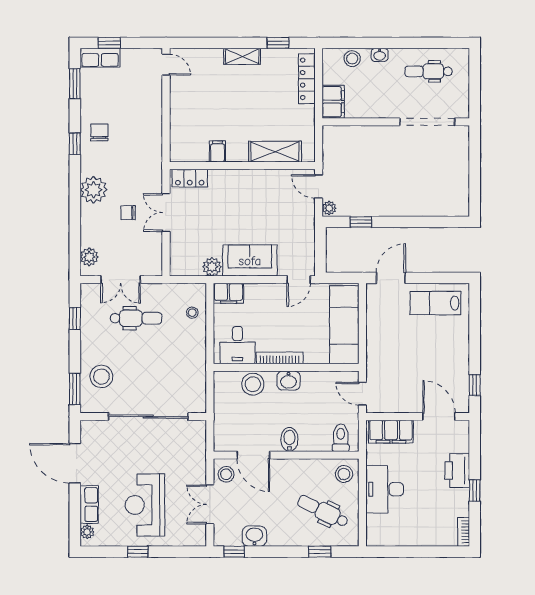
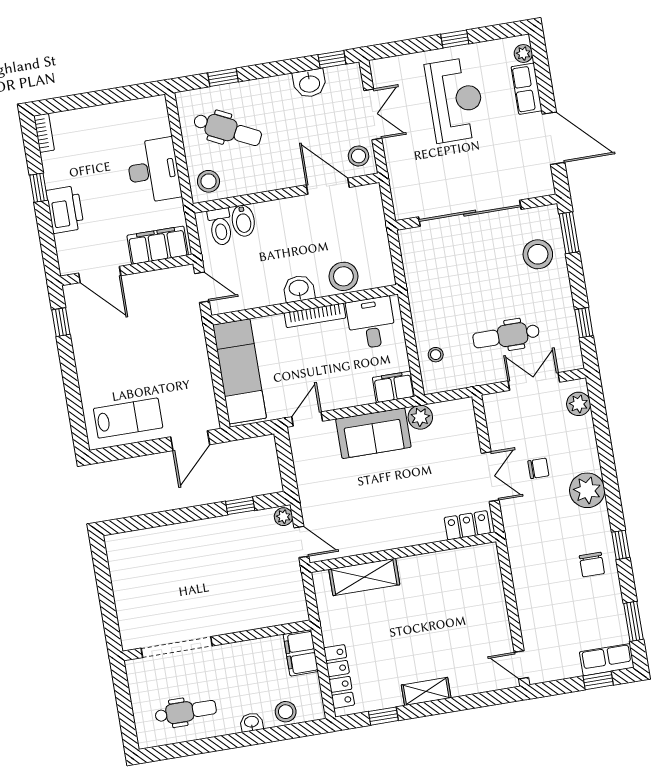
filing cabinet: (217, 152) -> (437, 565), removed
bidet: (289, 439) -> (243, 221), moved

